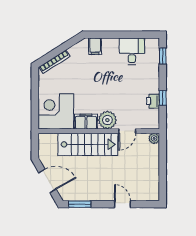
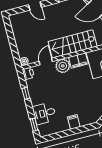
filing cabinet: (95, 46) -> (74, 122), moved
desk: (132, 51) -> (44, 113), moved, turned 90
printer: (153, 101) -> (28, 73), moved

